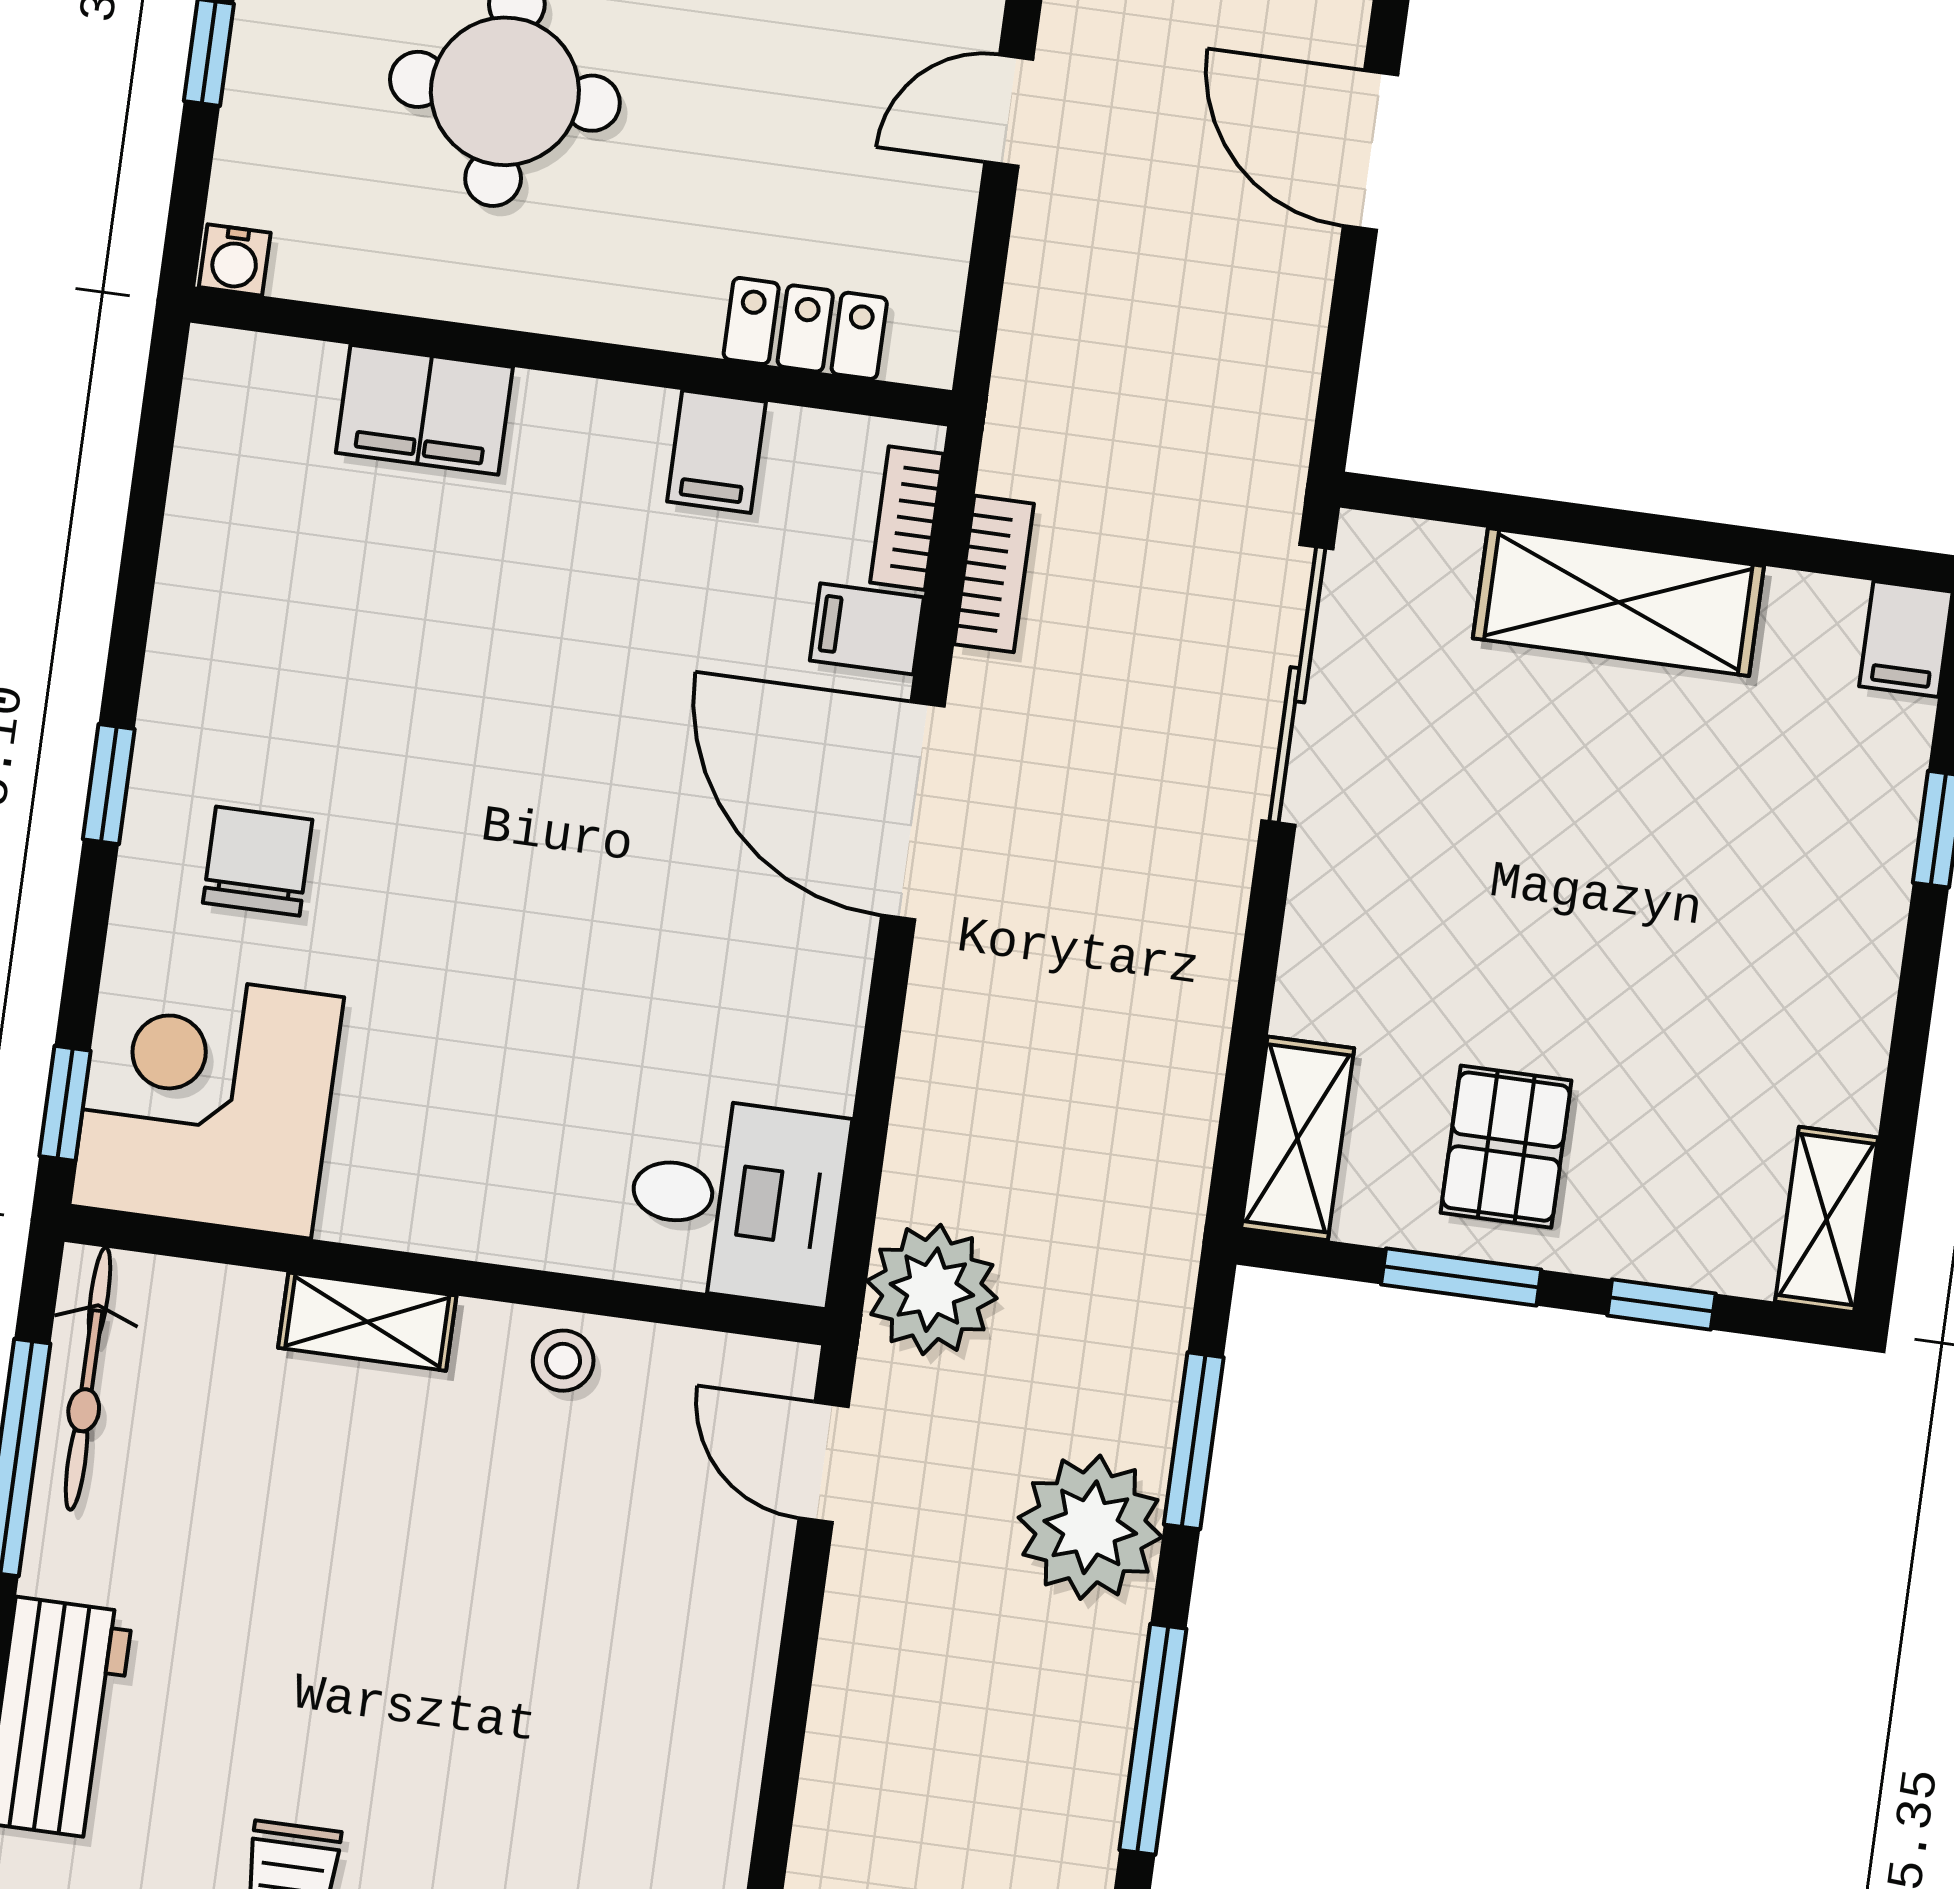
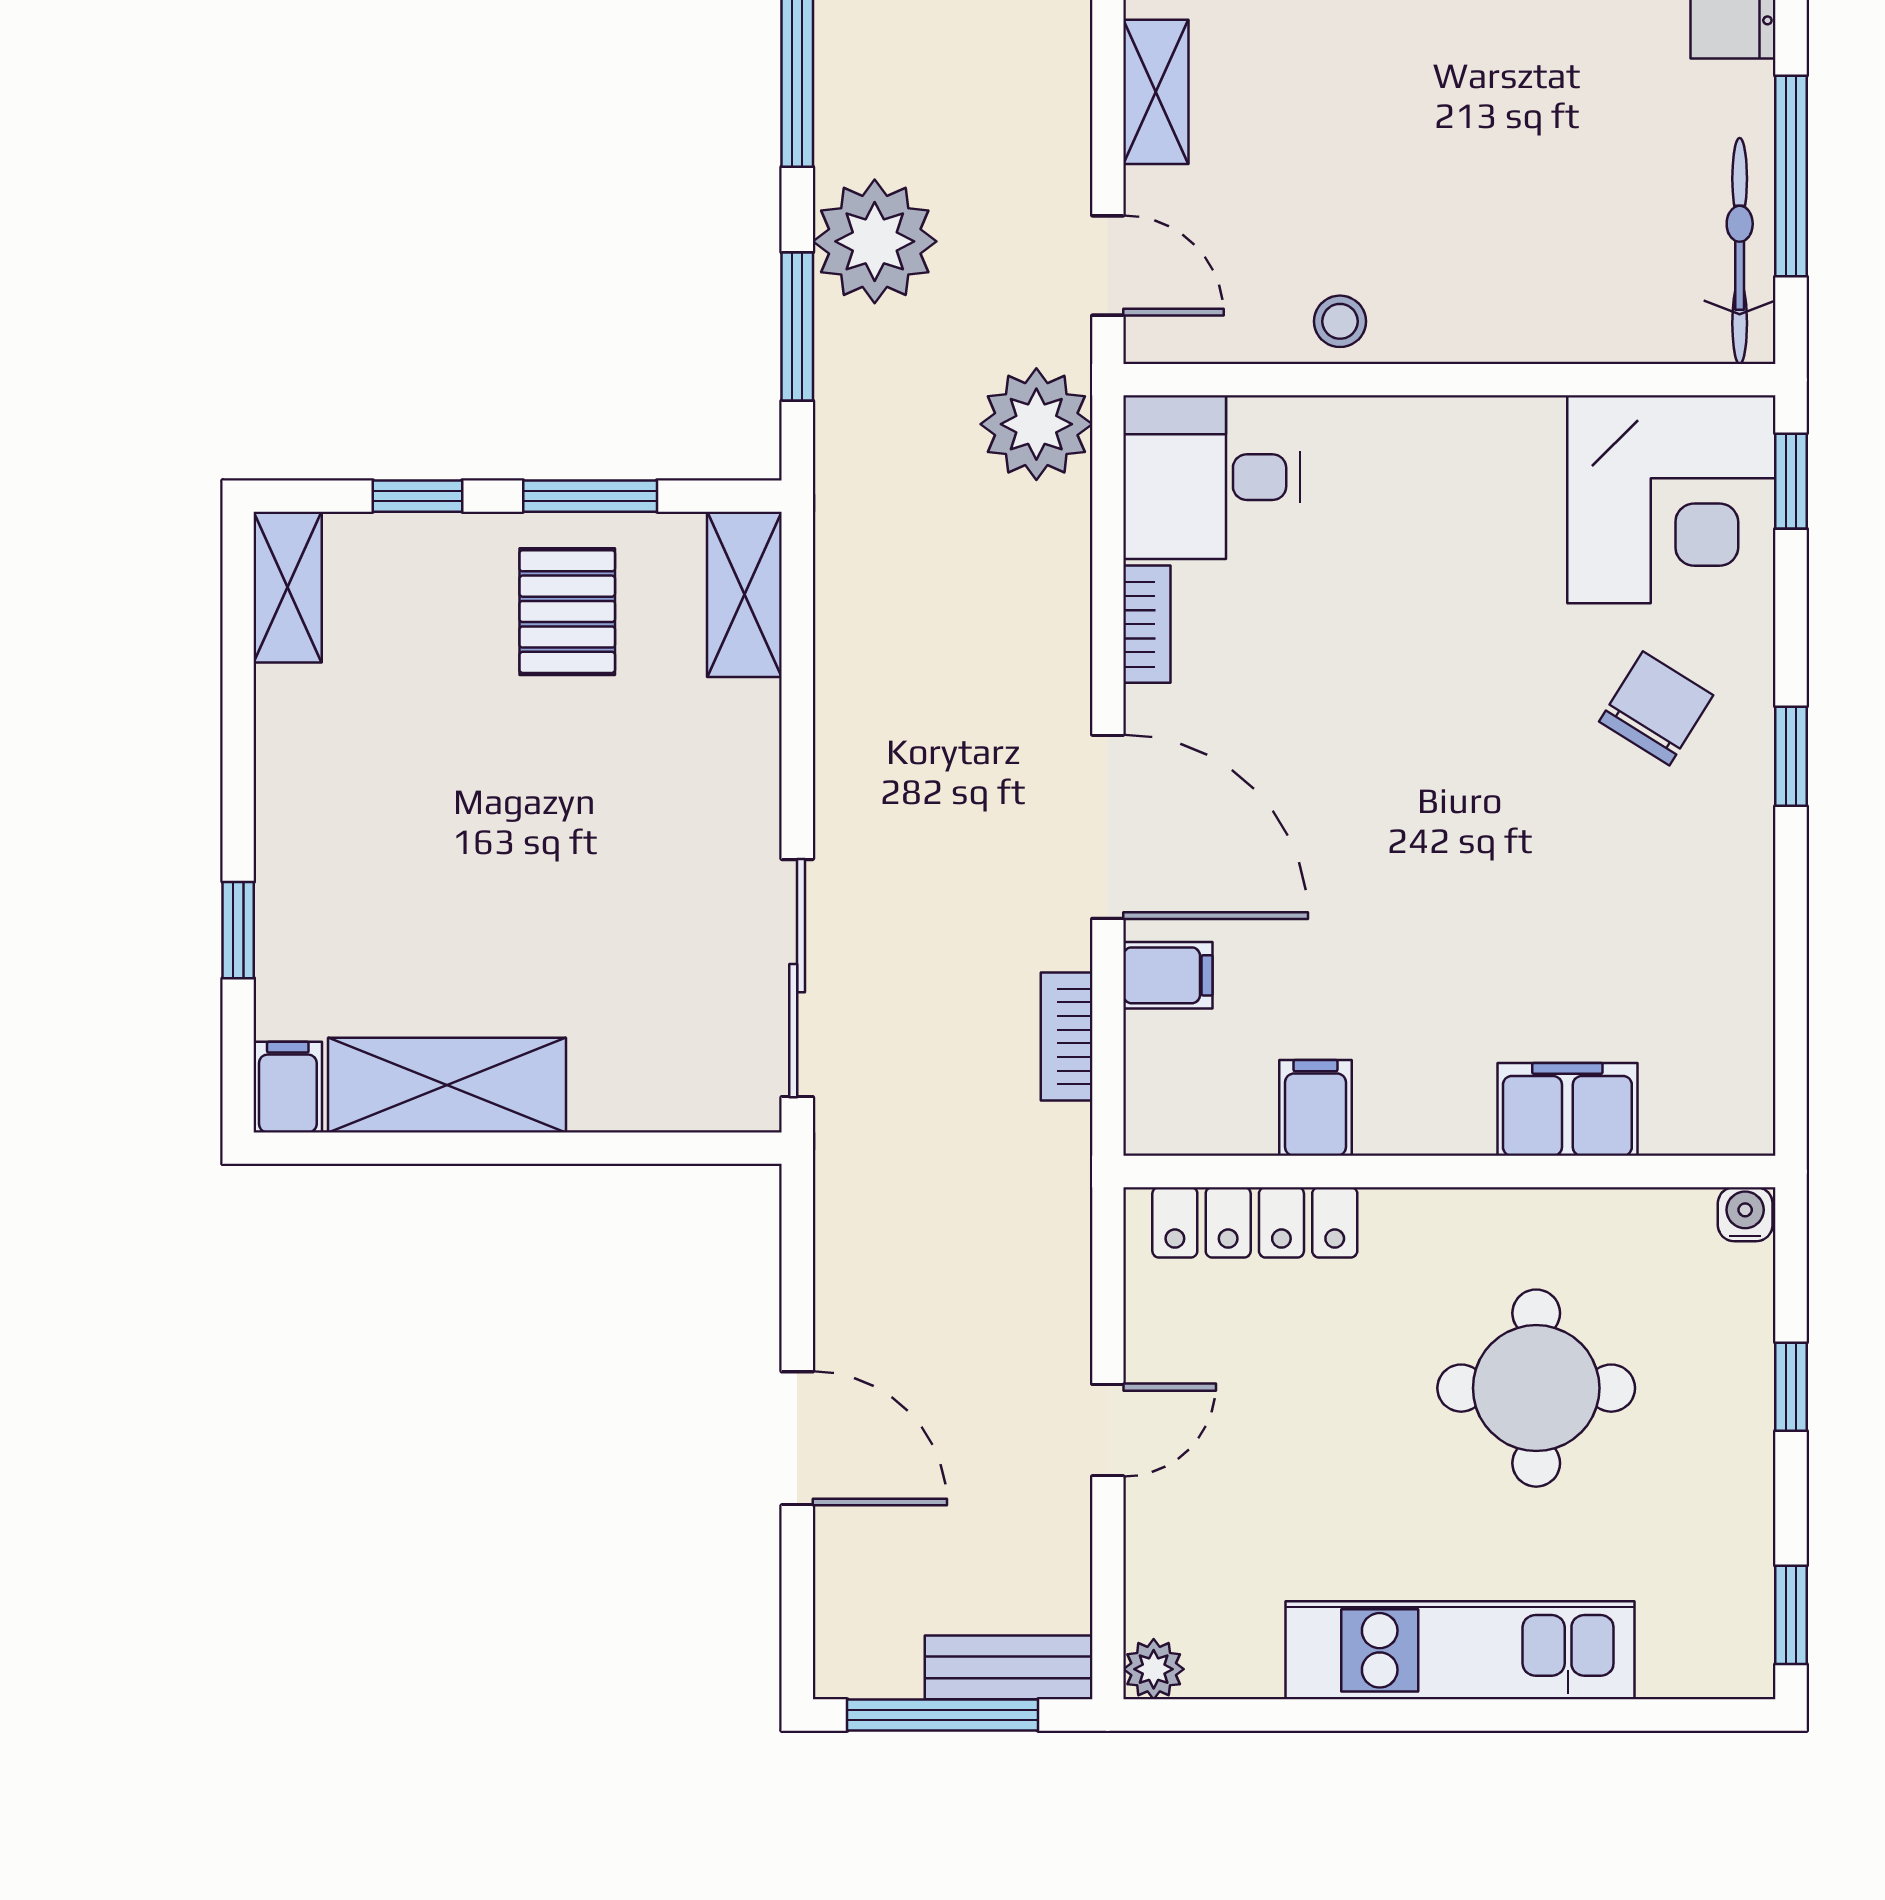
locker: (805, 328) -> (1255, 1222), width x1.53
bookcase: (907, 518) -> (1147, 624), moved
shelving: (1618, 602) -> (447, 1085), moved
chair: (258, 861) -> (1656, 708), turned -148
shelving: (367, 1322) -> (1156, 92), moved, turned 90

